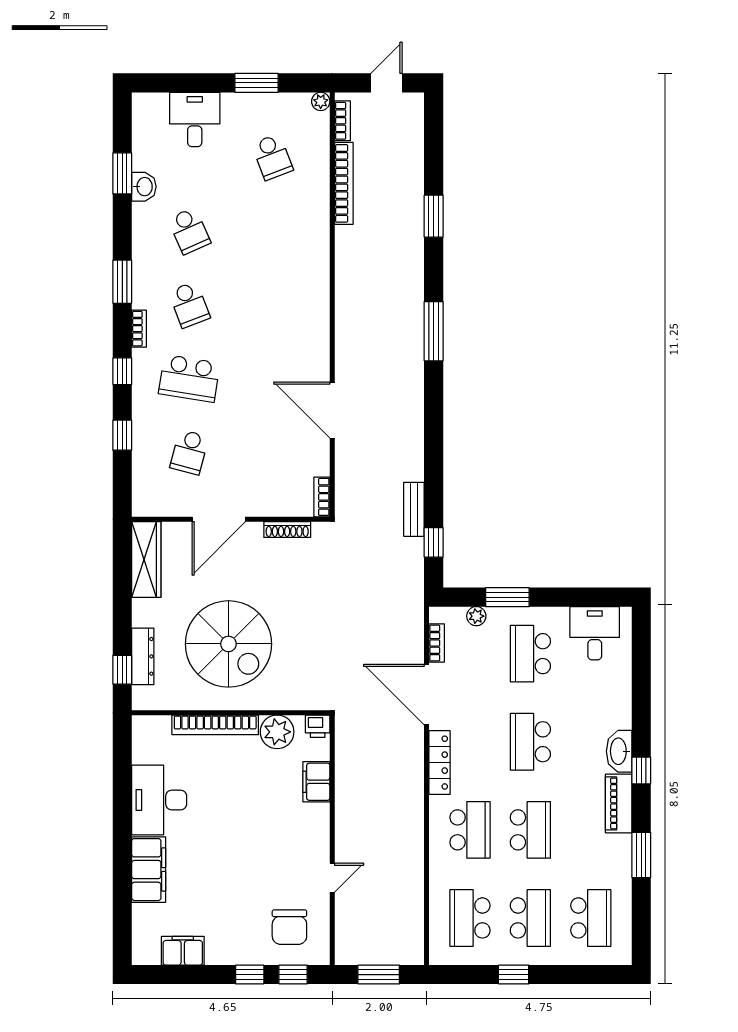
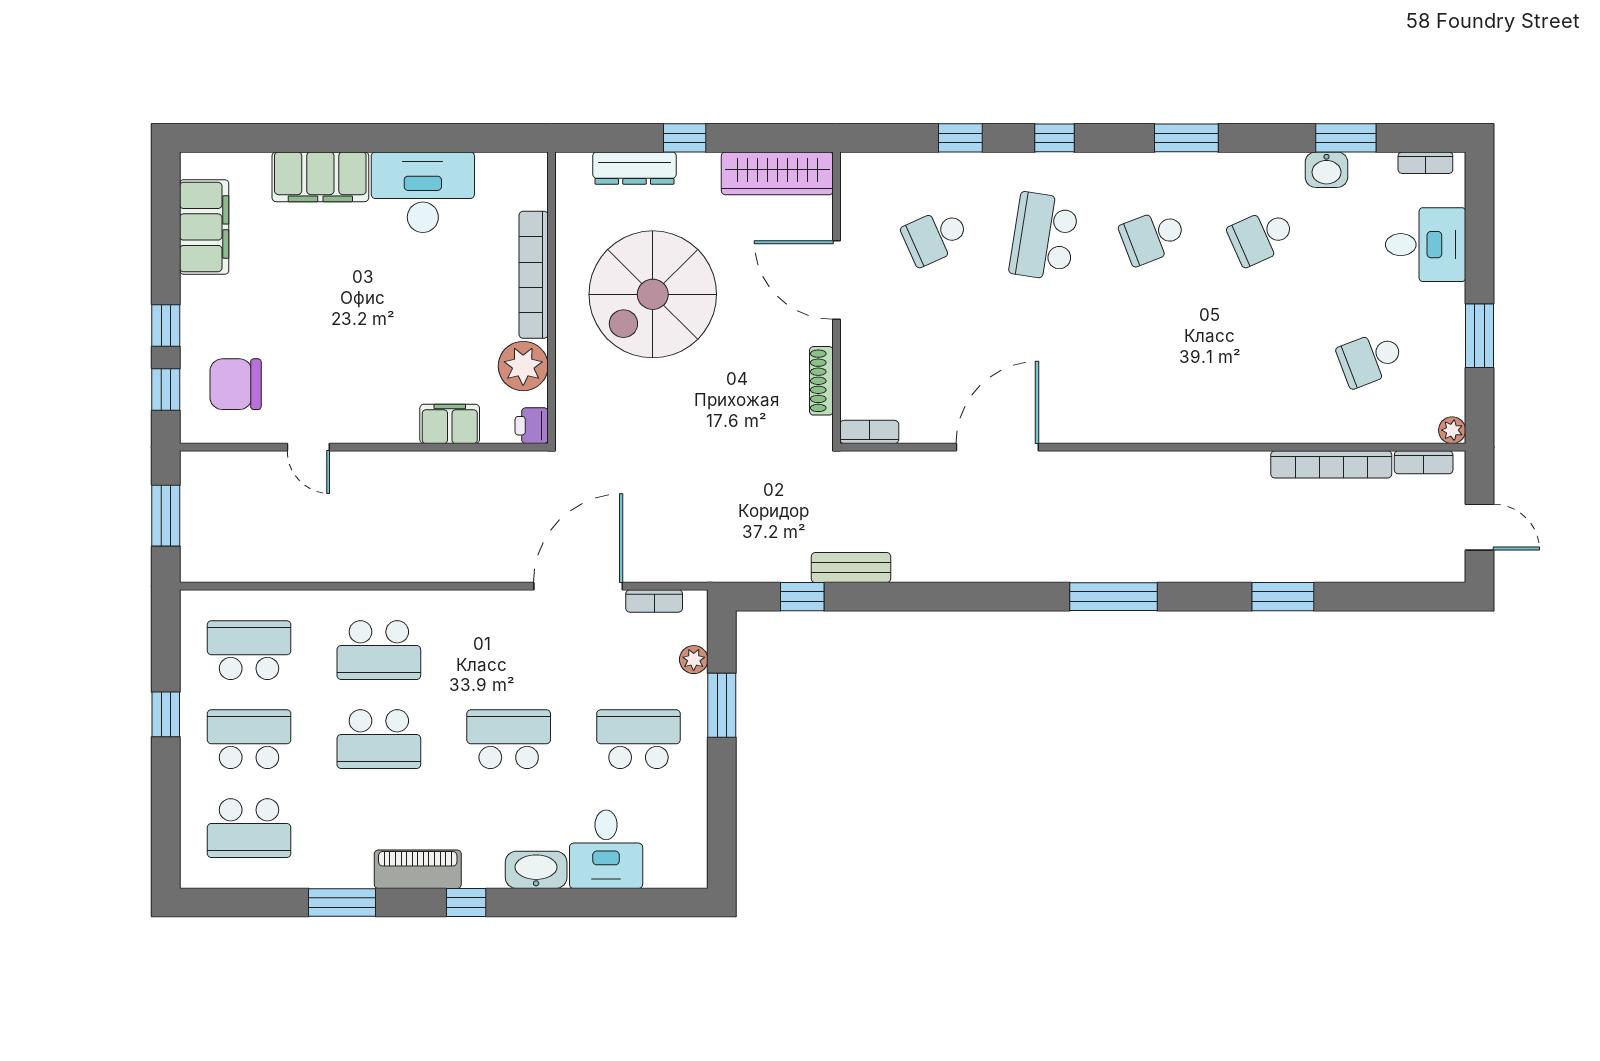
bookcase: (139, 329) -> (1425, 163), moved
school desk: (189, 452) -> (935, 237), turned -39
desk: (595, 633) -> (606, 849), moved, turned 90
window: (122, 670) -> (685, 138), moved
washbasin: (619, 751) -> (536, 870), moved
locker: (439, 763) -> (478, 605), removed
school desk: (530, 918) -> (249, 739), turned 180
filing cabinet: (183, 951) -> (204, 227), width x1.50, depth x1.17

